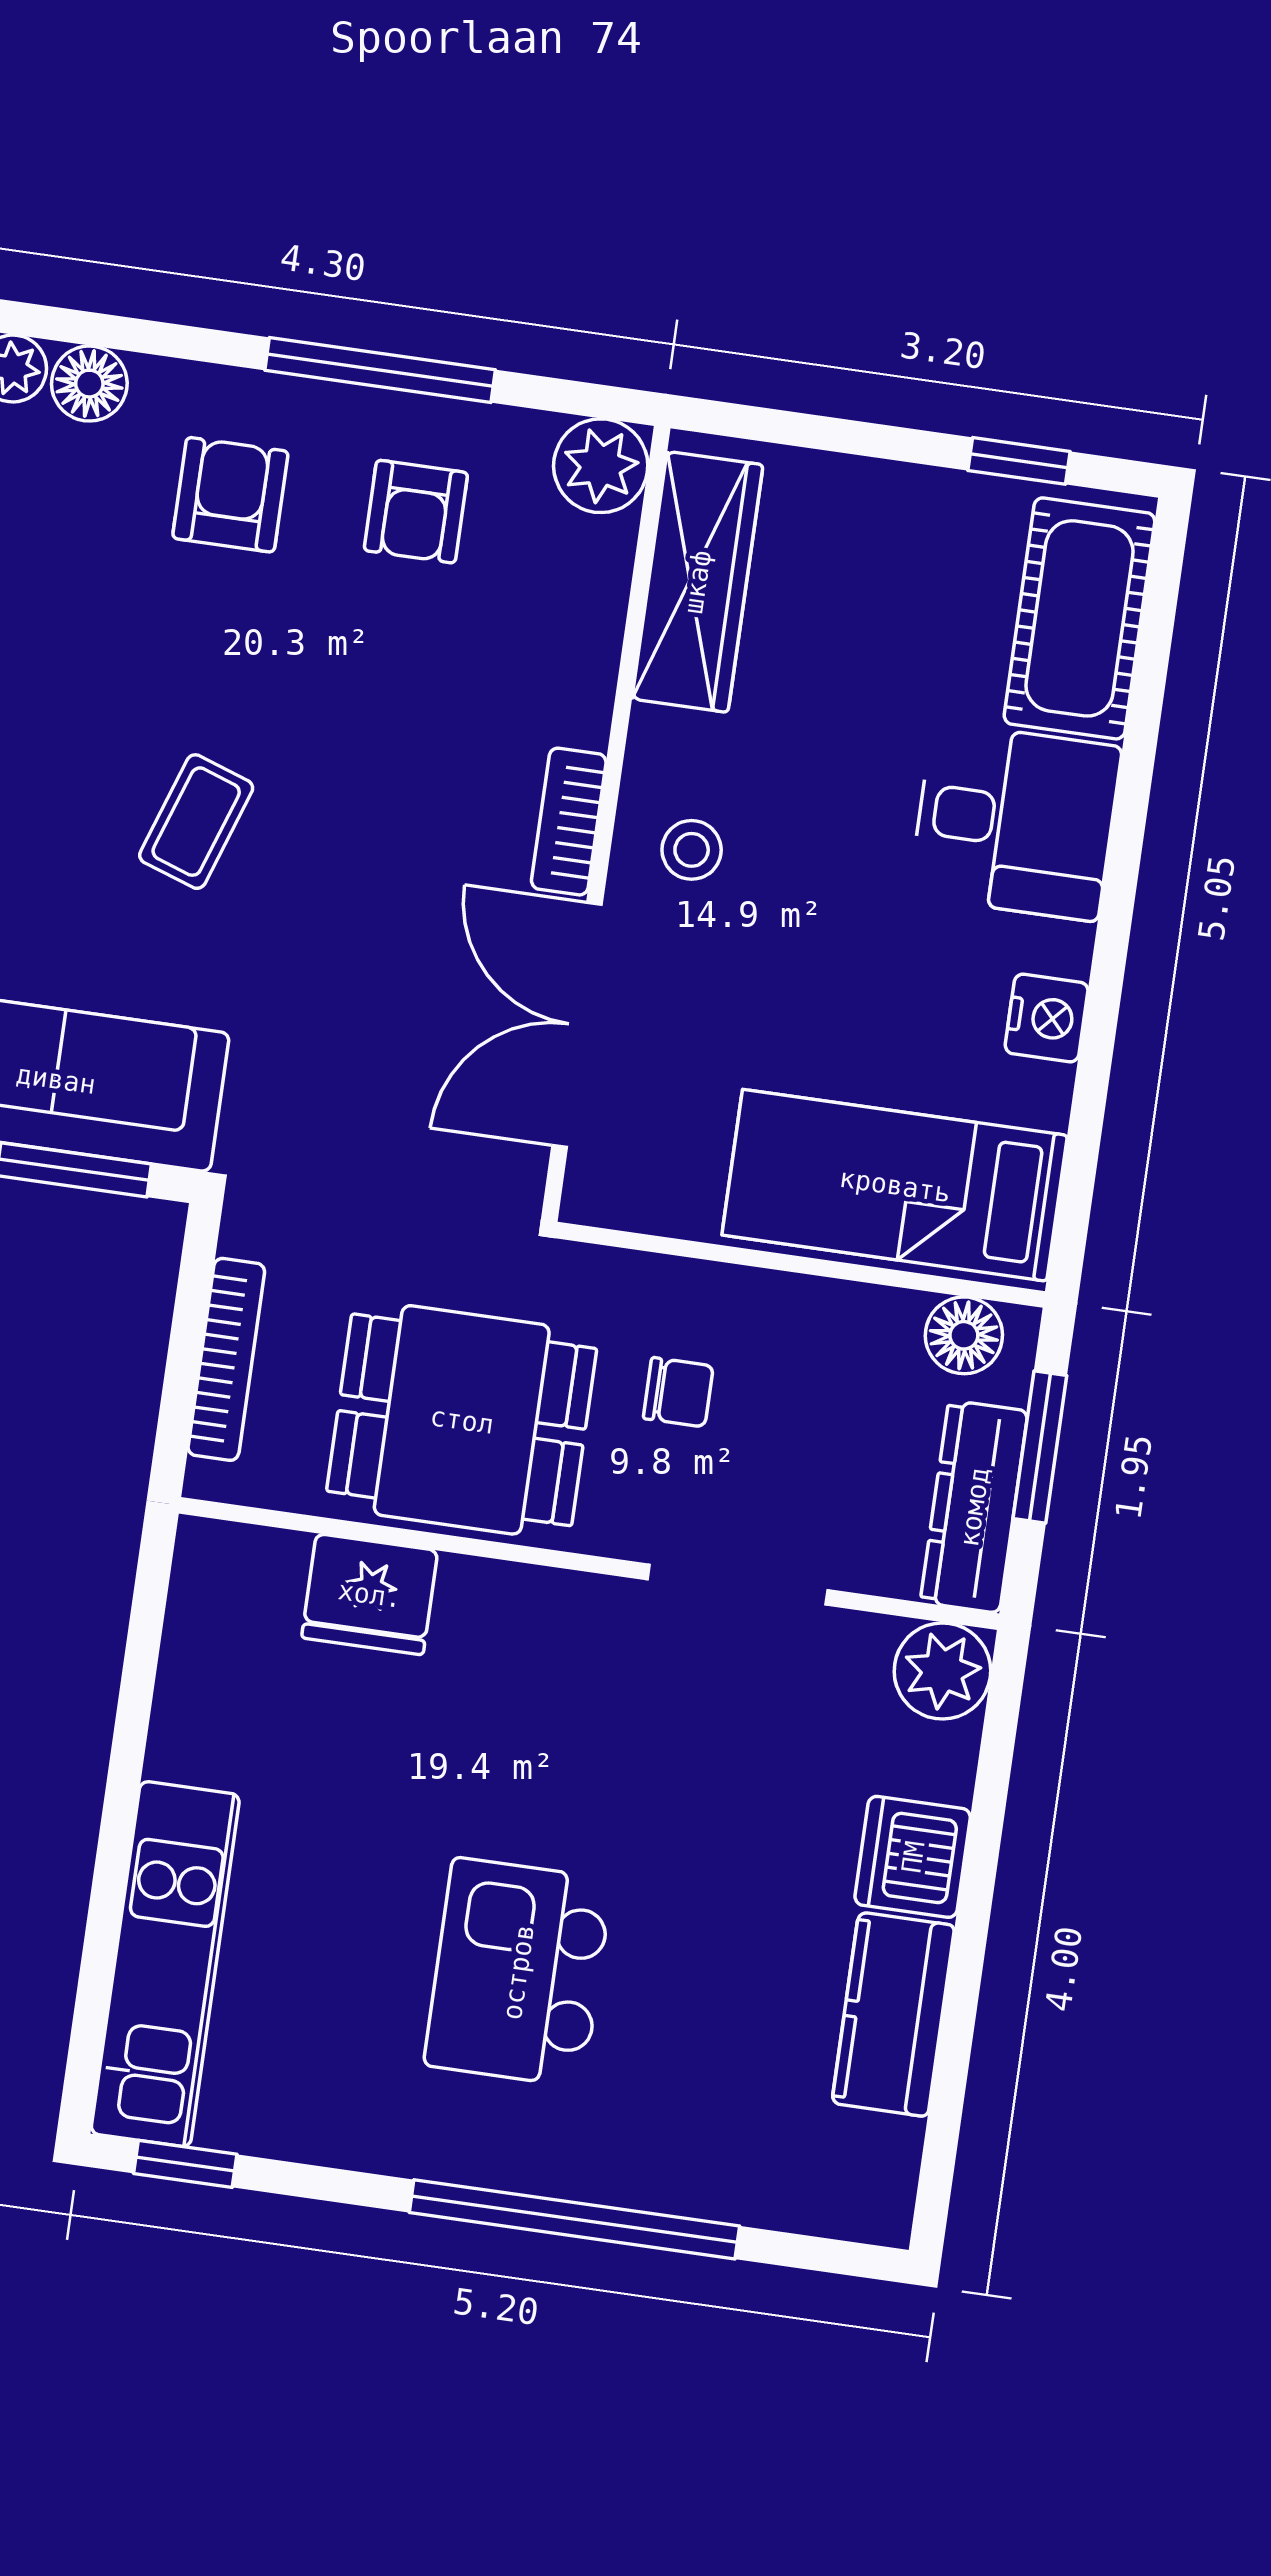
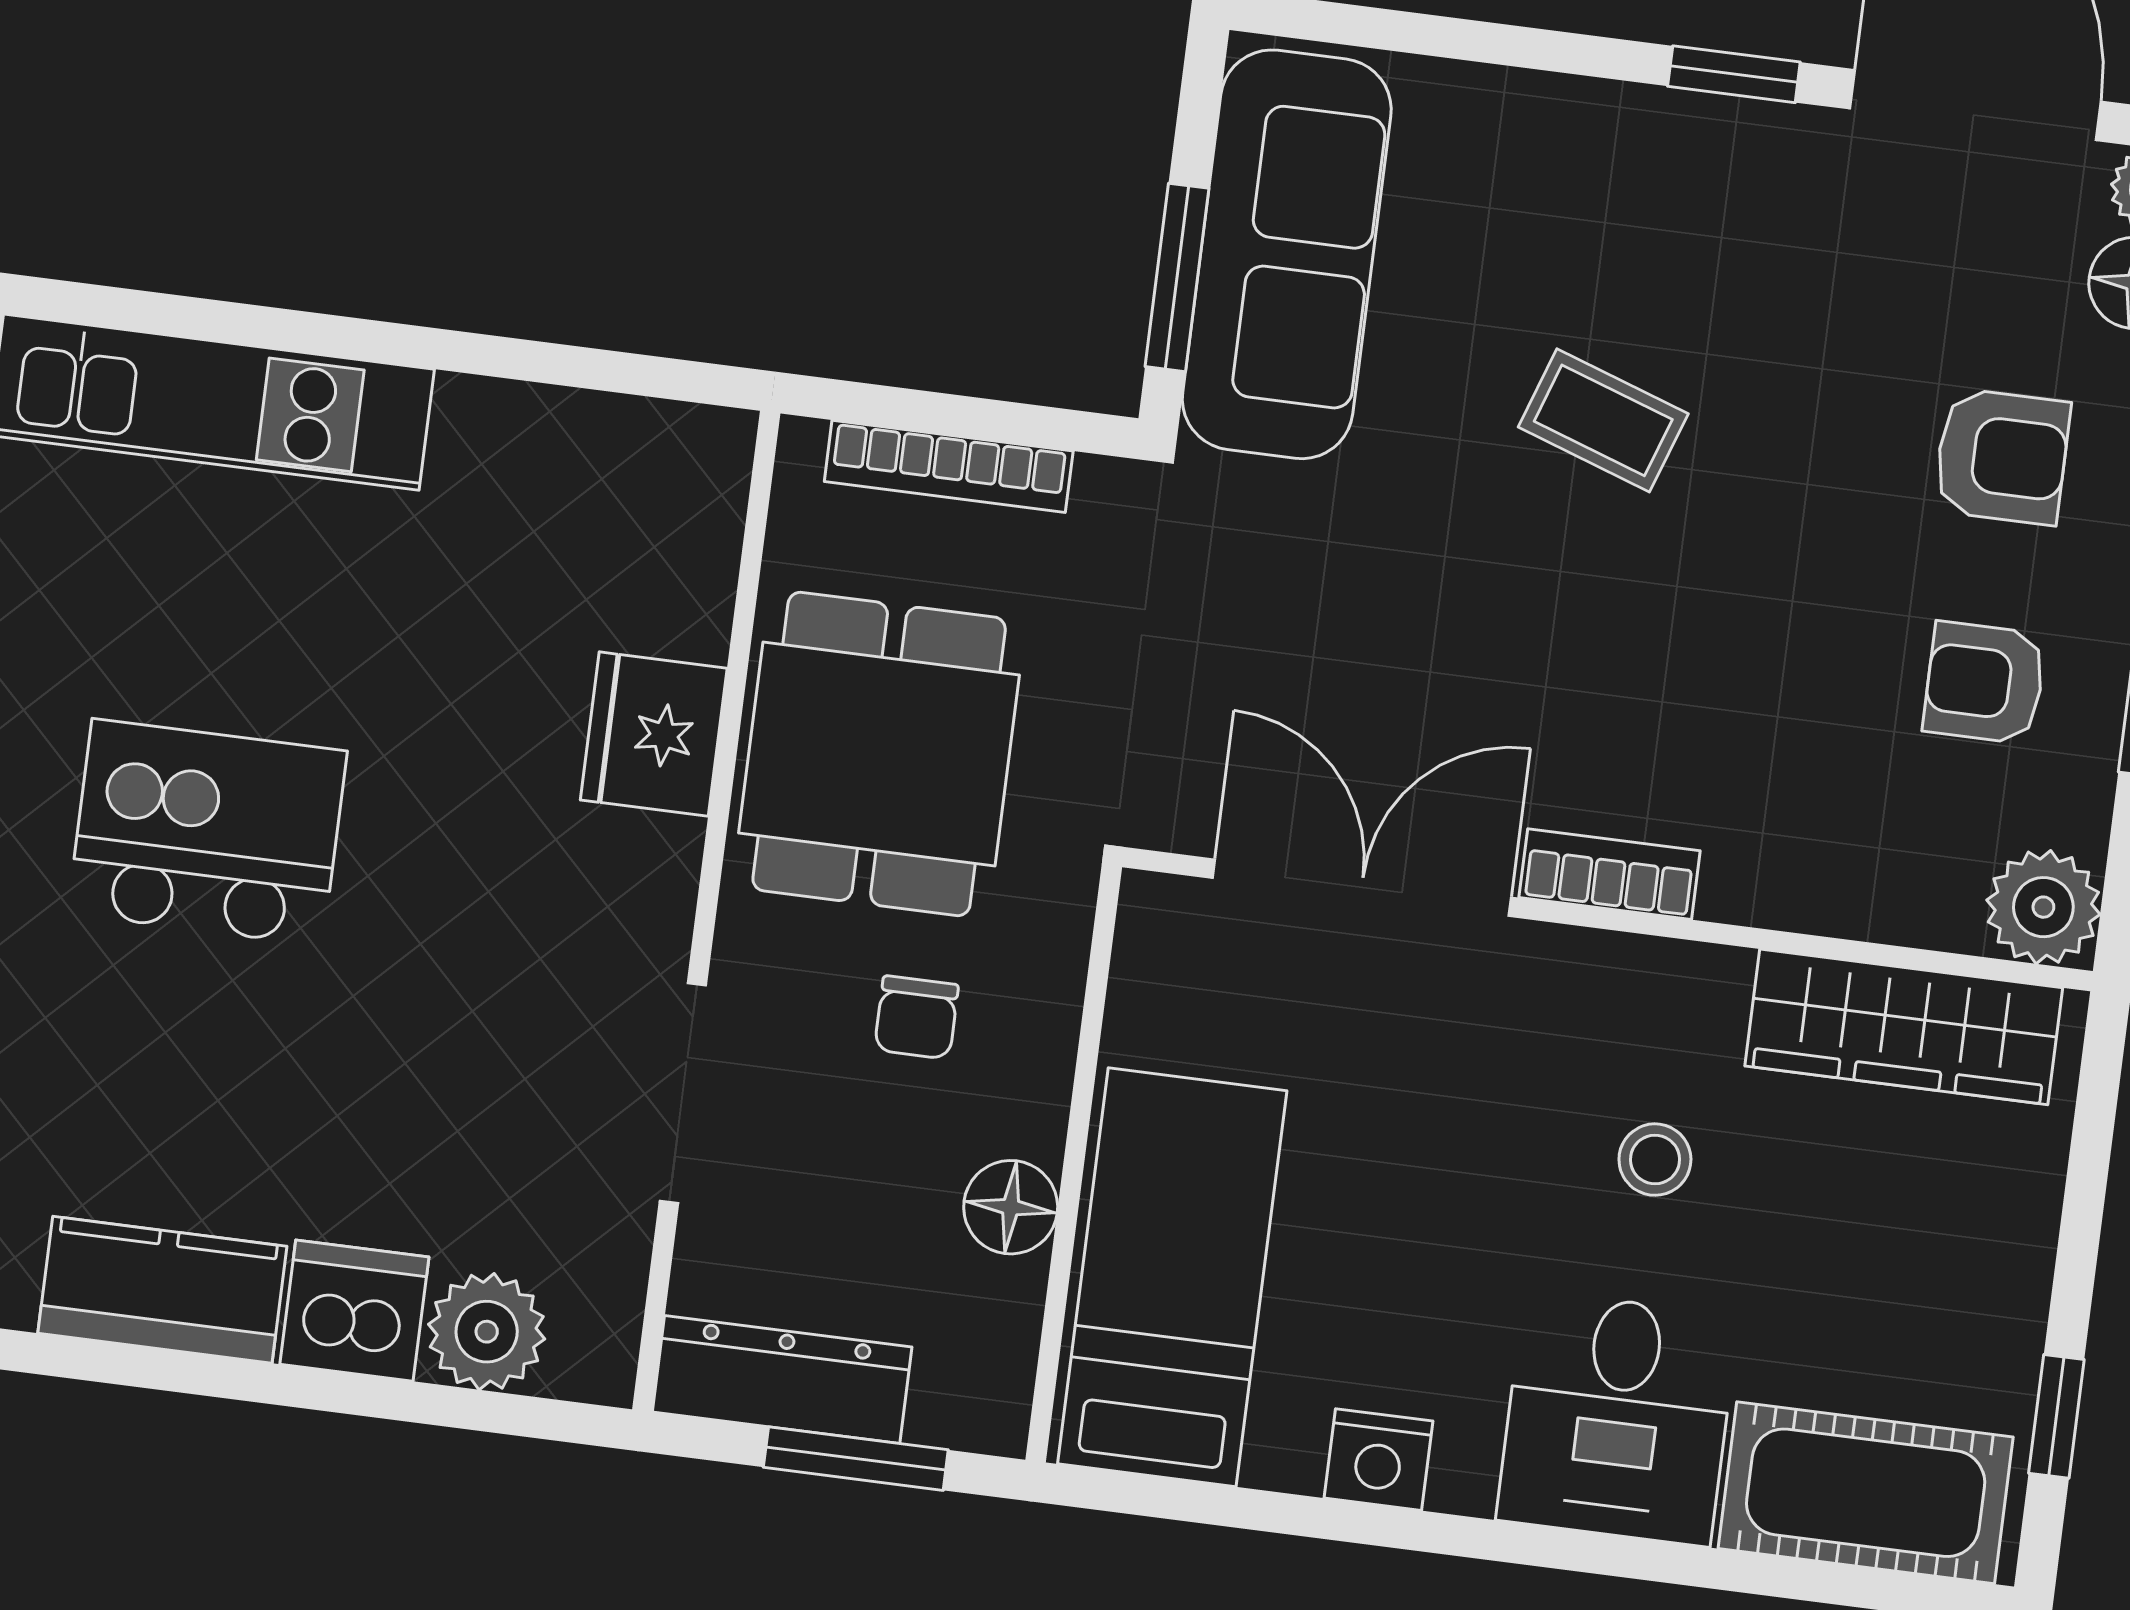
stool: (692, 850) -> (1655, 1160), moved
floor lamp: (964, 1335) -> (1011, 1207), moved
fridge: (370, 1594) -> (654, 734), moved
plant: (942, 1671) -> (487, 1332), moved

